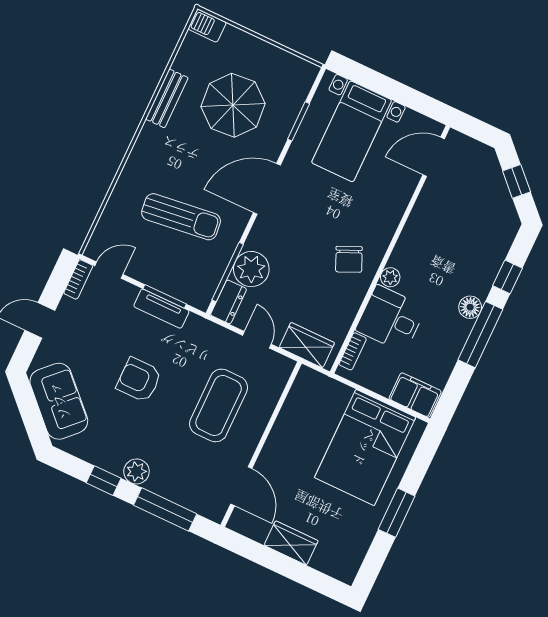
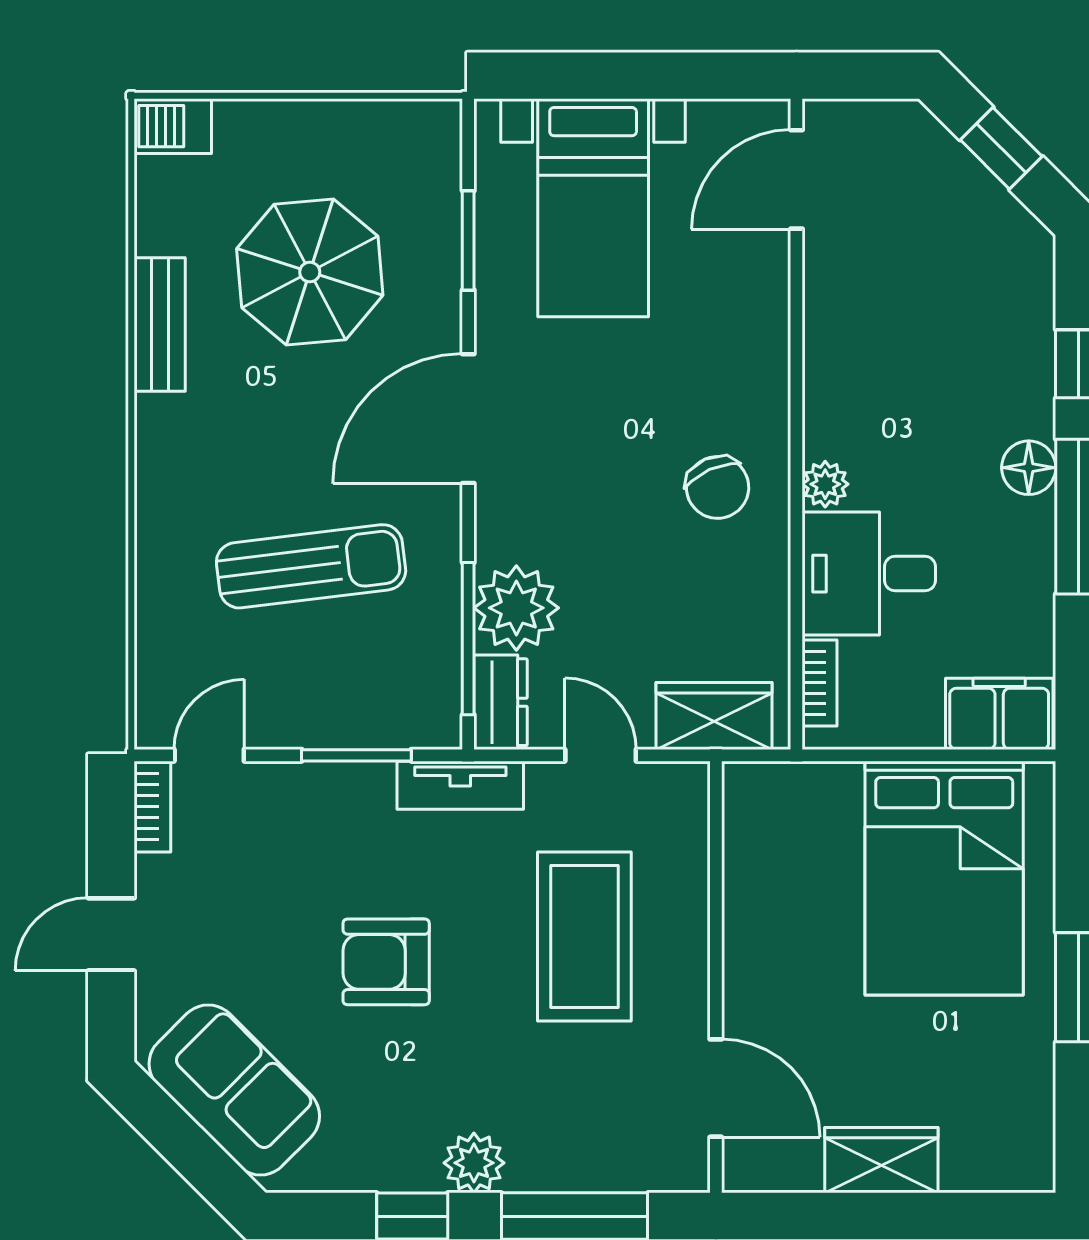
tv unit: (161, 309) -> (460, 785), moved

